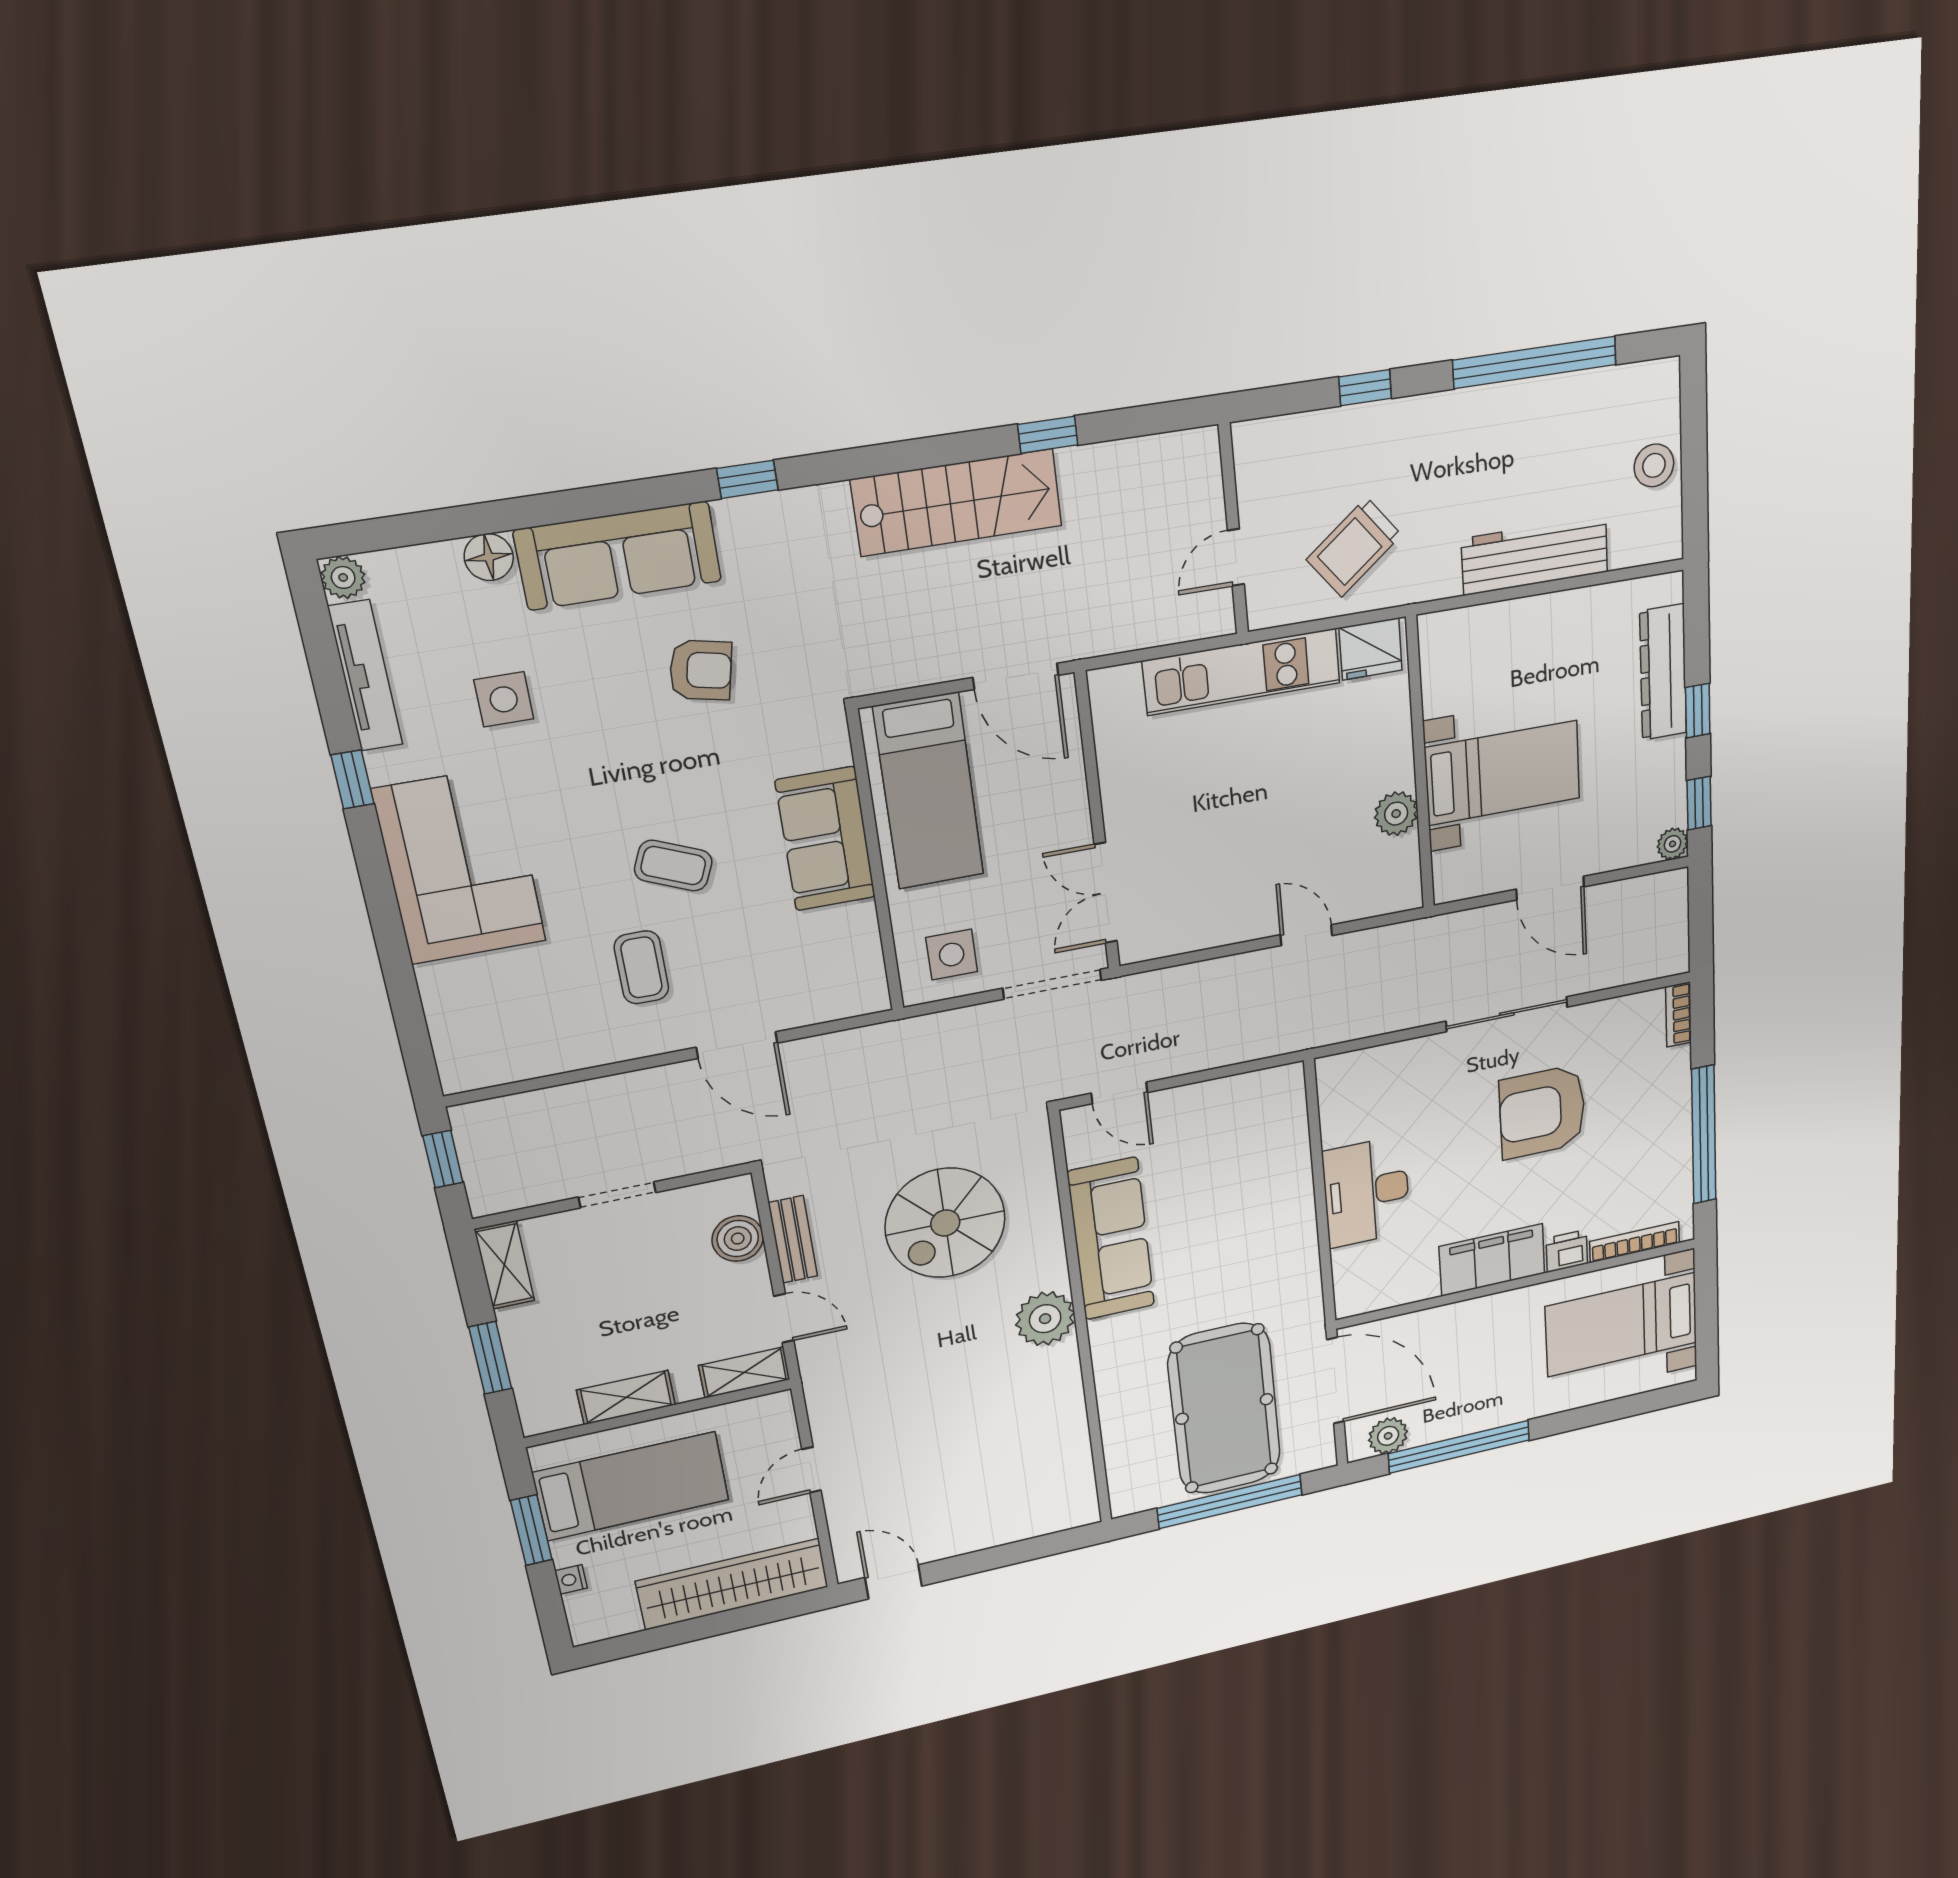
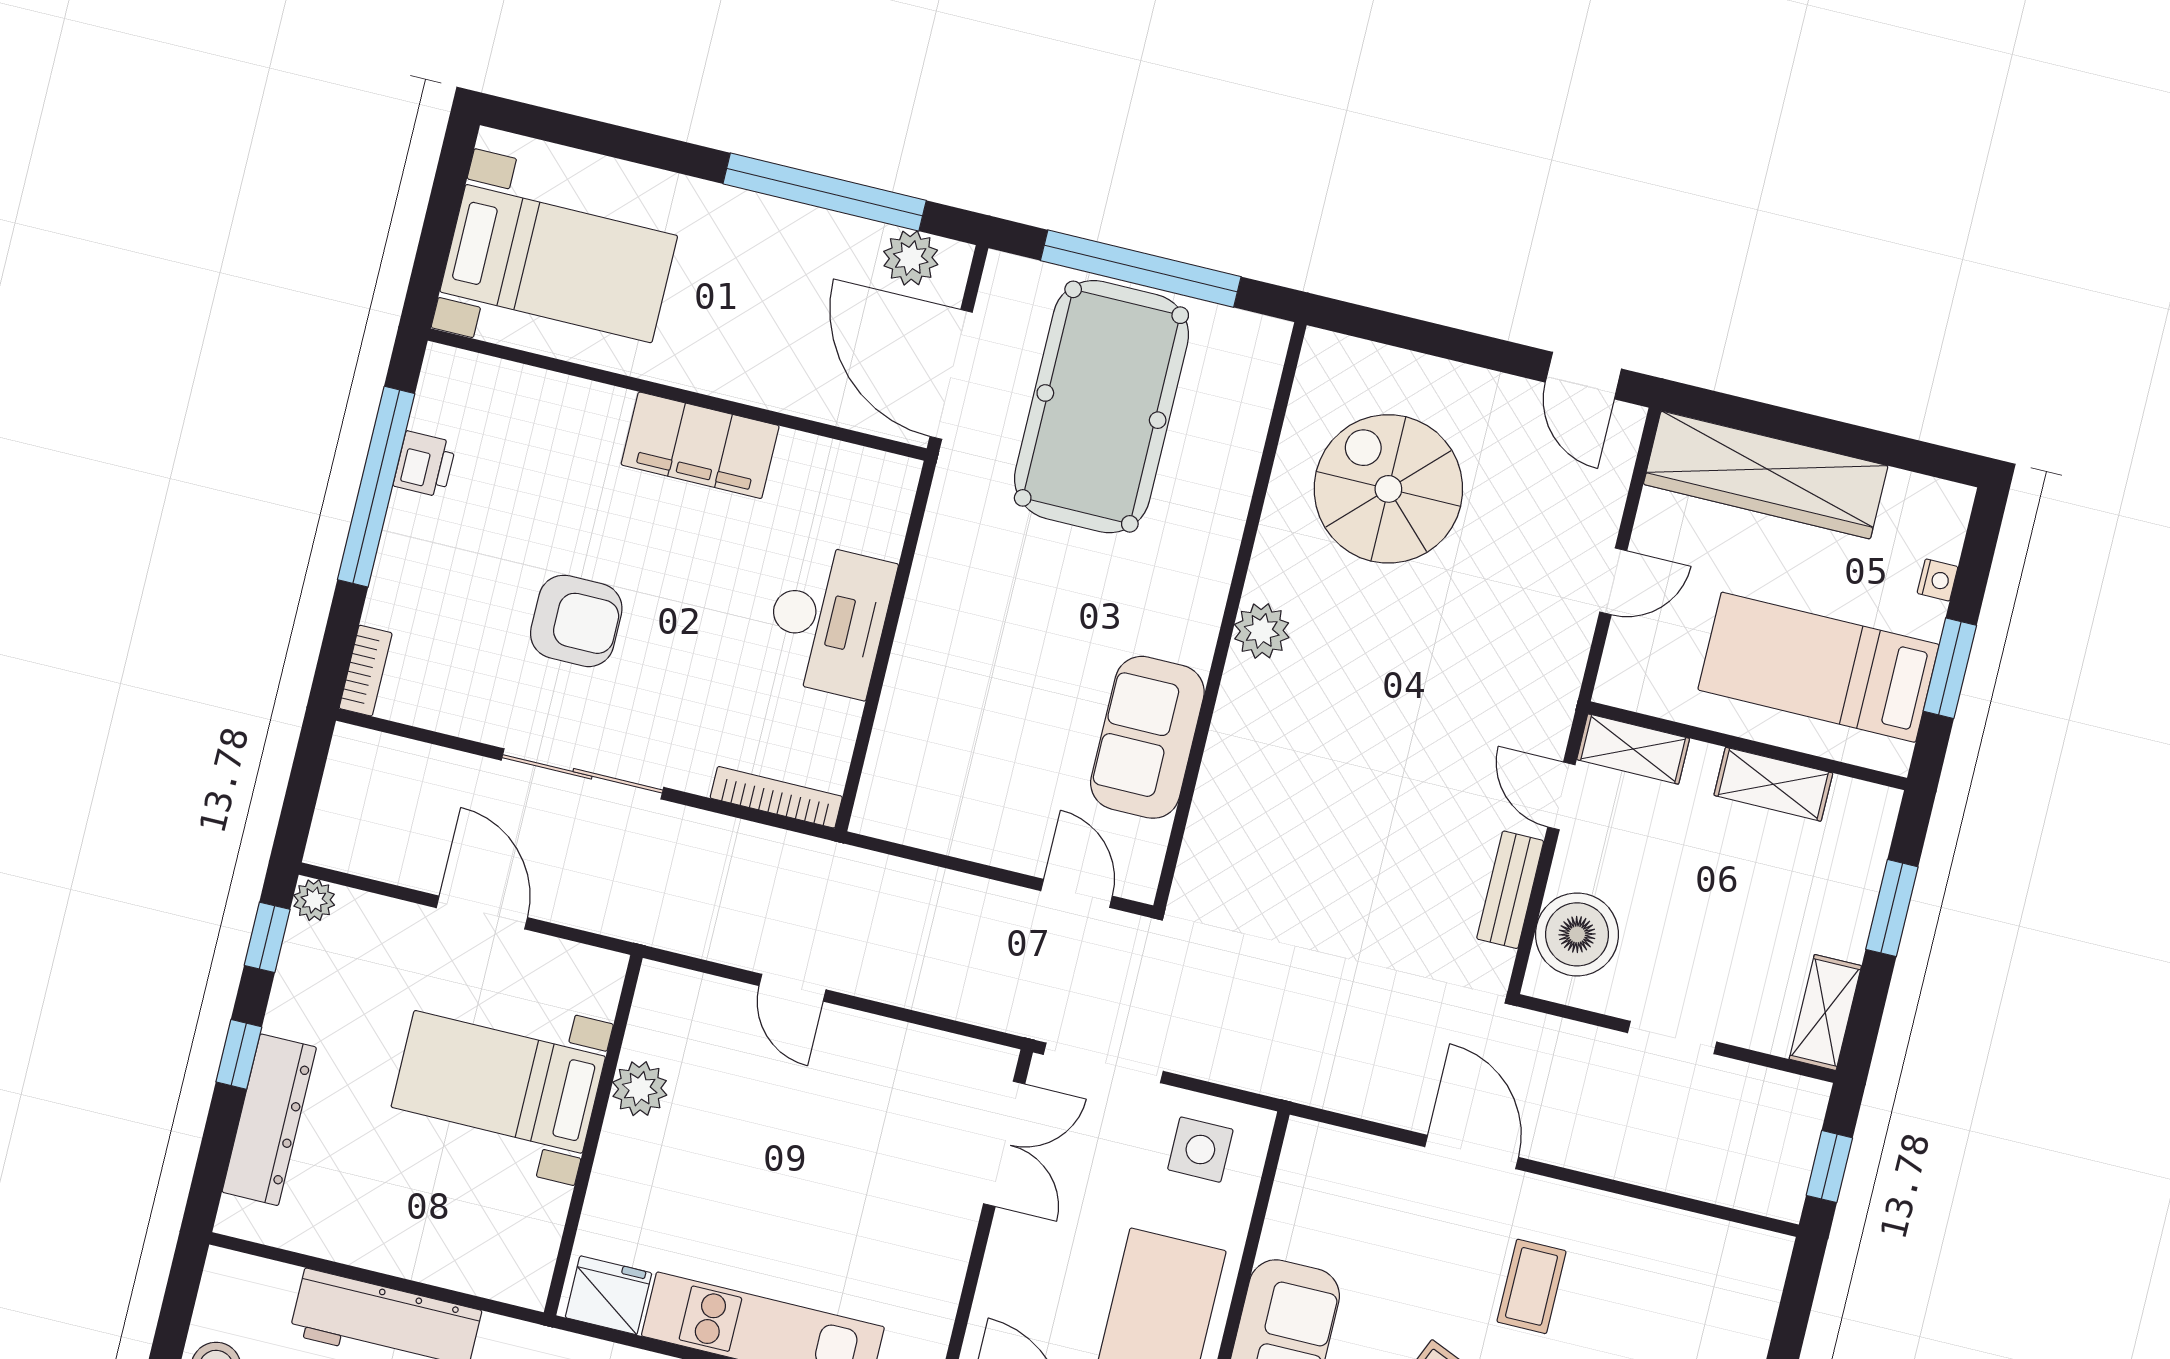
armchair: (1542, 1112) -> (576, 621), width x0.73, depth x0.73
spiral stairs: (945, 1223) -> (1388, 489), moved, turned -90
boiler: (738, 1239) -> (1577, 934), width x1.37, depth x1.37
sofa: (1111, 1239) -> (1147, 737), width x0.73
bookcase: (1635, 1242) -> (776, 797), moved, turned 180
printer: (1567, 1251) -> (425, 464), moved, turned -90
plant: (1045, 1319) -> (1262, 631), width x0.73, depth x0.73

